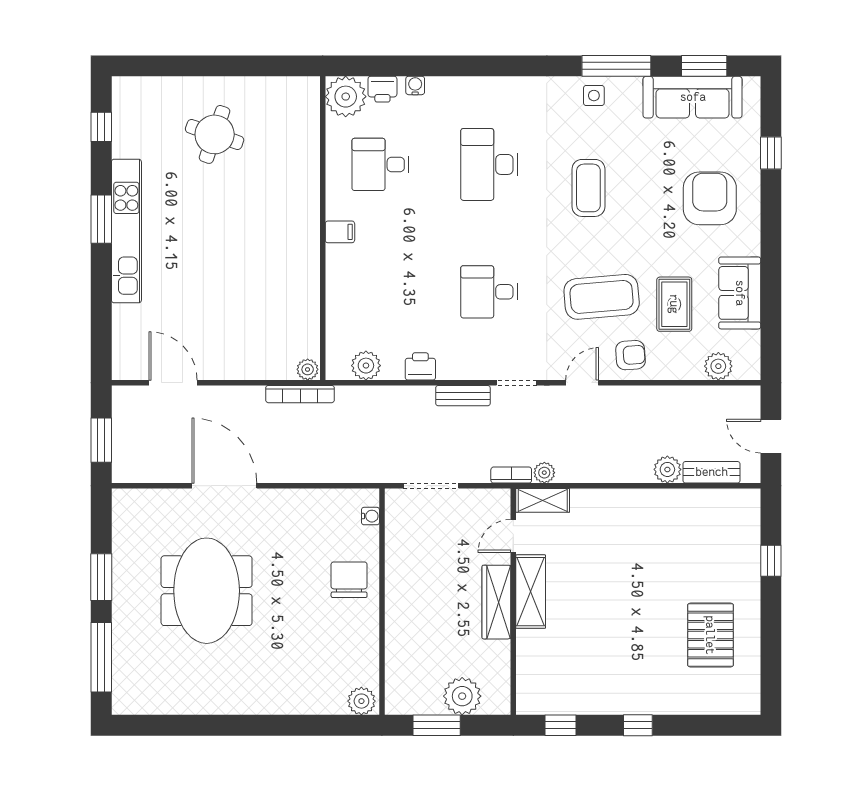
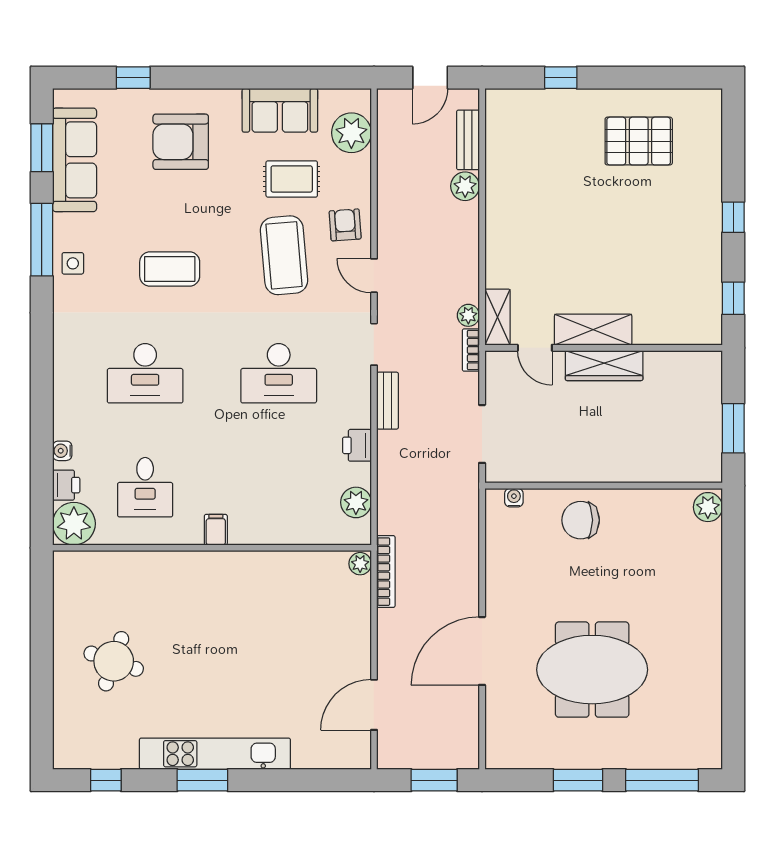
desk: (489, 292) -> (279, 373), width x1.37
plant: (718, 366) -> (351, 133), width x1.36, depth x1.36
plant: (462, 696) -> (703, 401), removed

